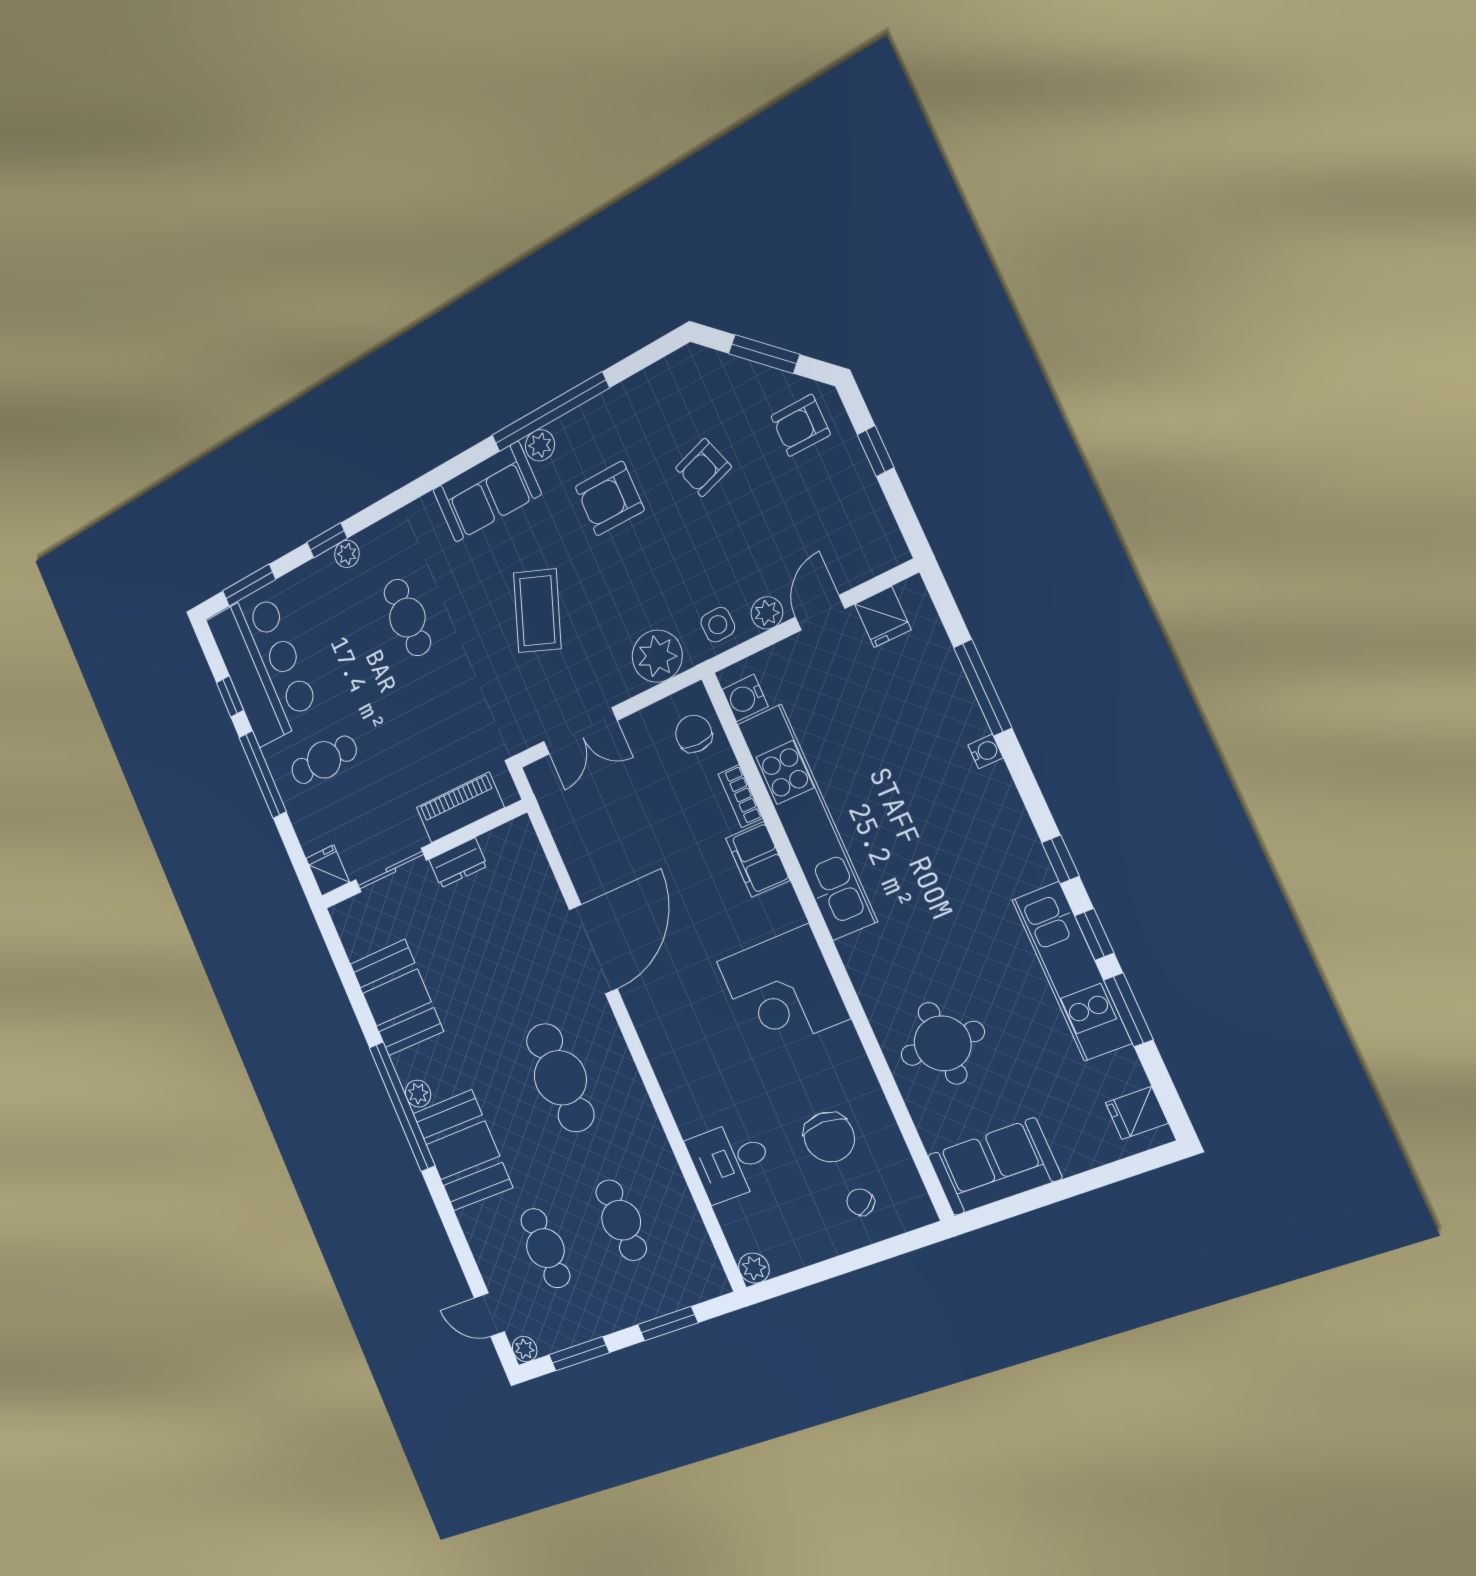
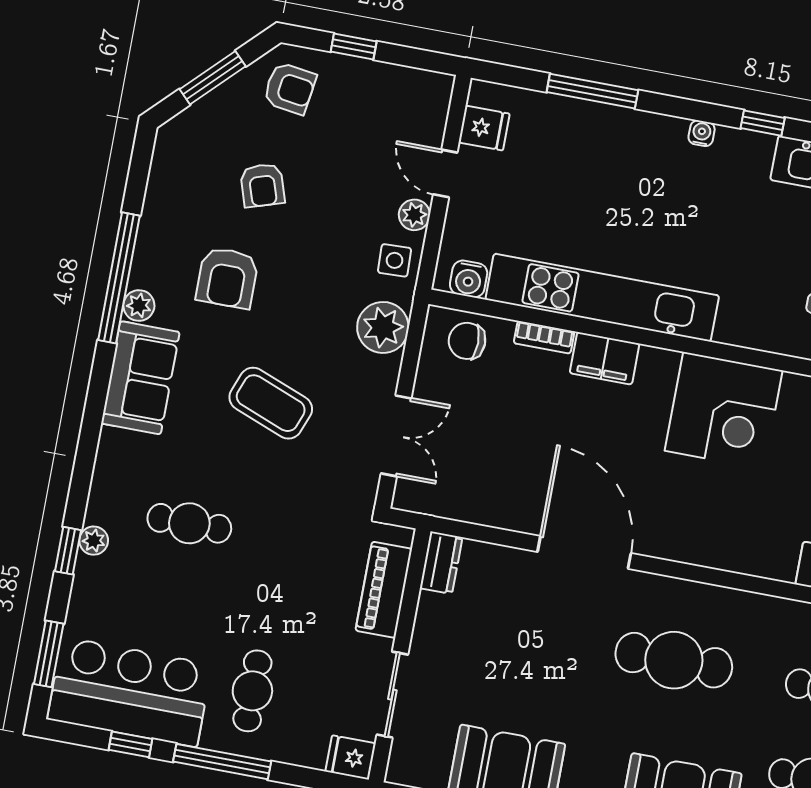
armchair: (801, 425) -> (290, 88), turned -82
water cooler: (985, 751) -> (702, 133), moved
dresser: (458, 863) -> (441, 563), moved

